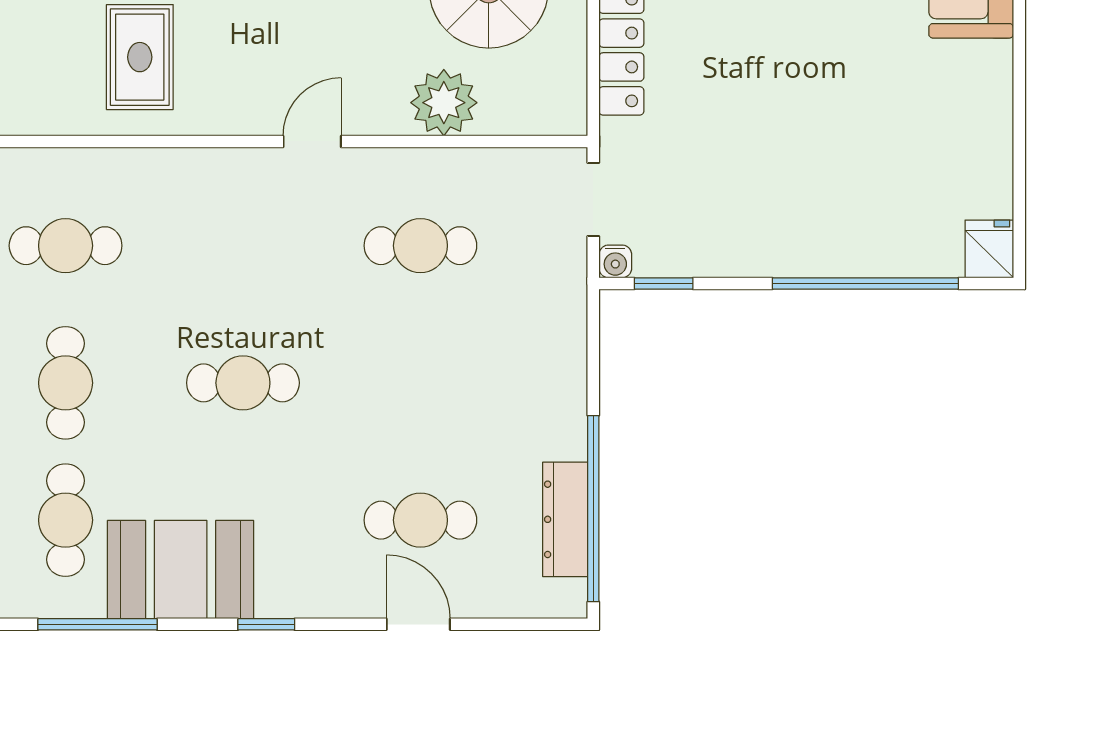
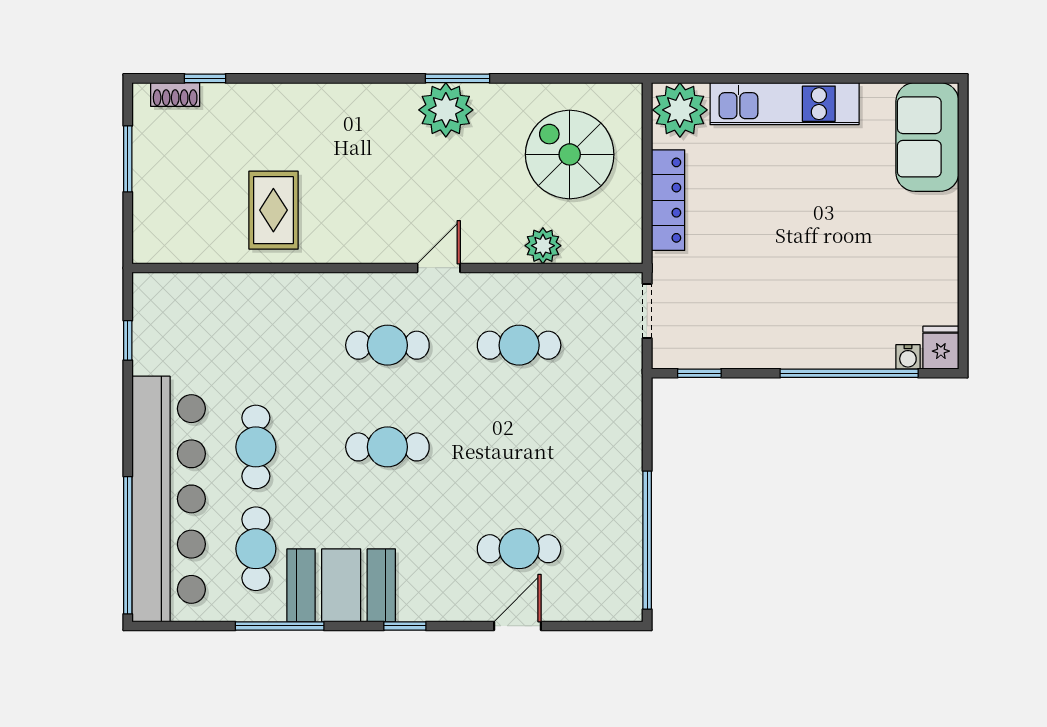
rug: (140, 57) -> (273, 210), moved
plant: (444, 103) -> (543, 246), width x0.73, depth x0.73
cafe table: (66, 246) -> (387, 345), moved
water cooler: (615, 261) -> (908, 357), moved
dresser: (565, 519) -> (626, 548), removed
door: (418, 624) -> (517, 626), hinge flipped

